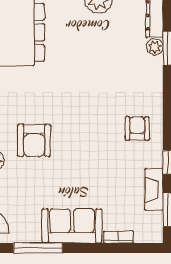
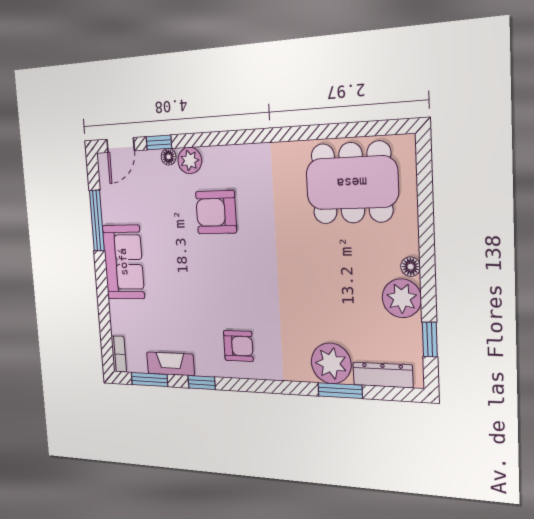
plant: (155, 47) -> (331, 363), width x1.88, depth x1.88
bookcase: (118, 237) -> (119, 354), moved

